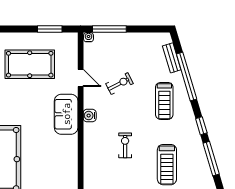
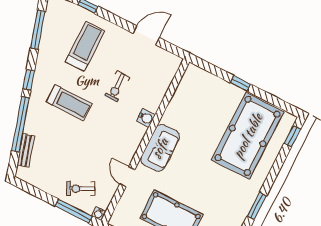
exercise bike: (119, 84) -> (81, 189), moved
treadmill: (164, 101) -> (69, 103), moved, turned 90
water cooler: (90, 116) -> (146, 118), moved
window: (201, 126) -> (29, 80), moved

